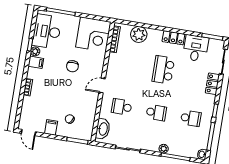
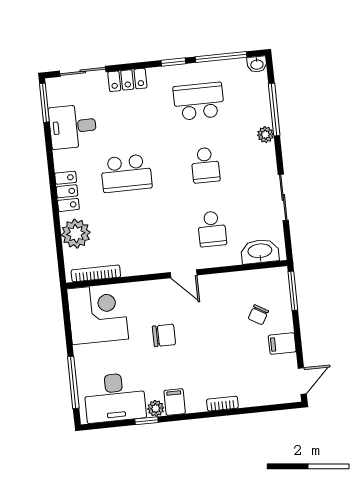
locker: (173, 38) -> (67, 191), moved
school desk: (156, 113) -> (205, 165), turned 180
school desk: (191, 118) -> (199, 101), width x1.85

